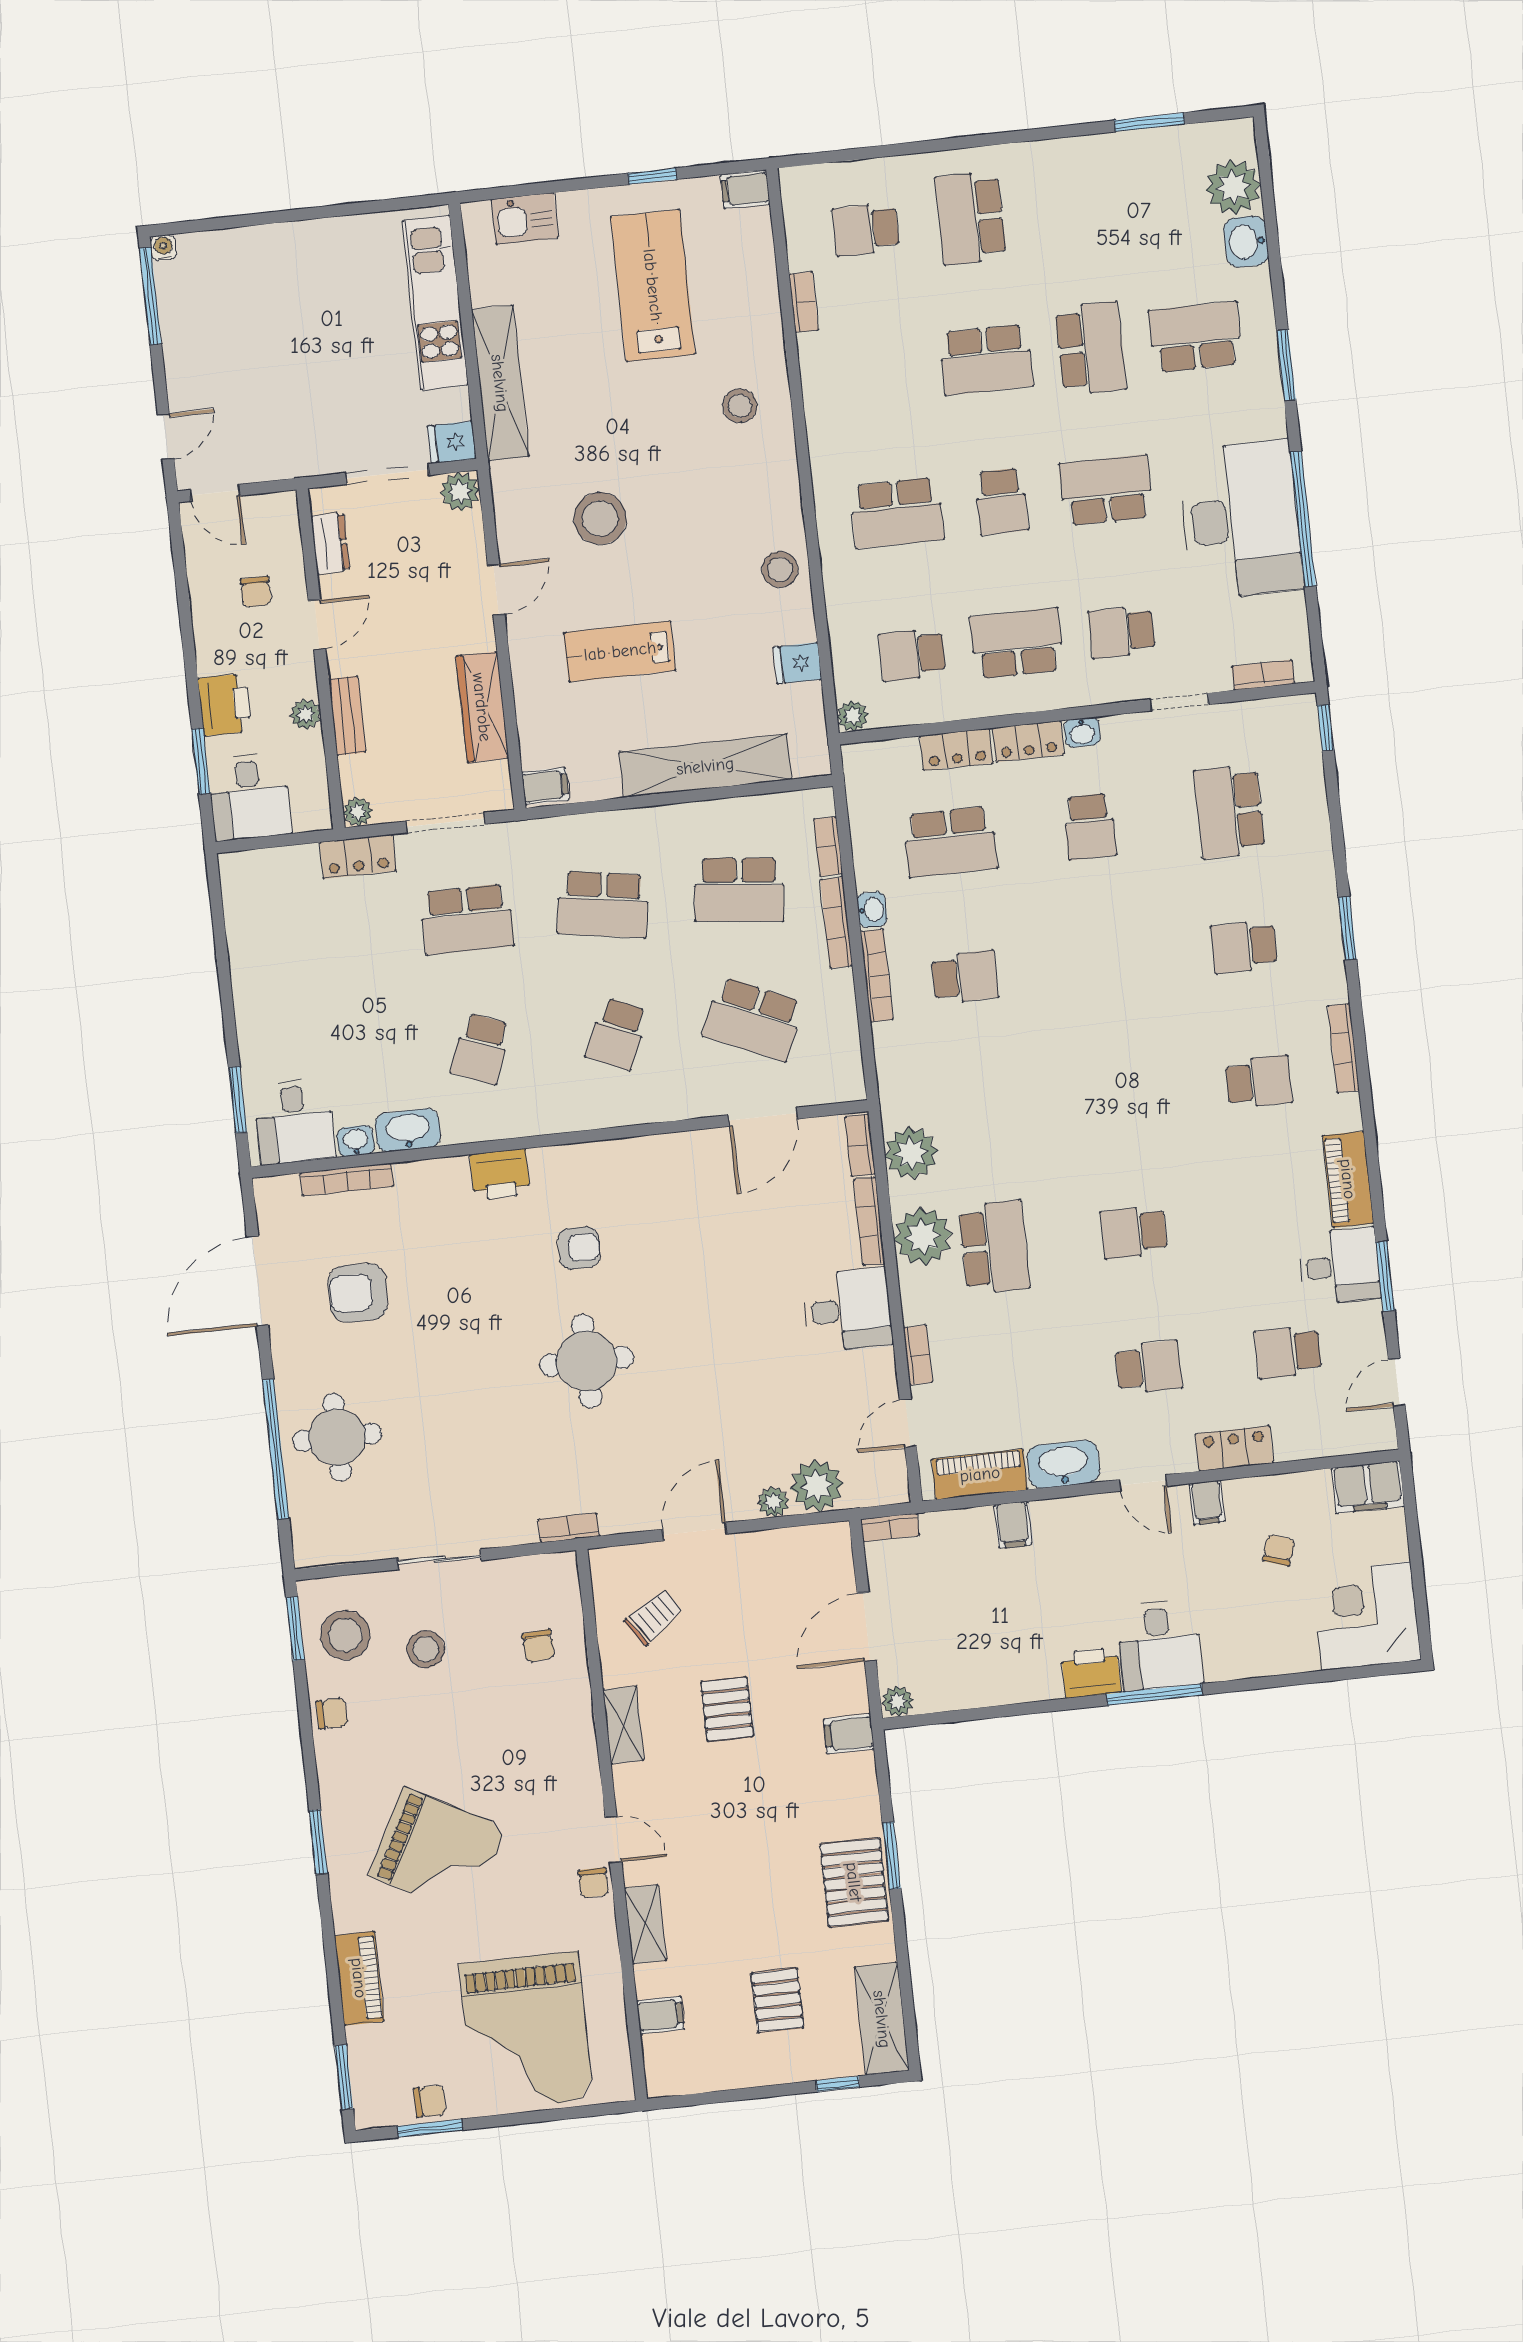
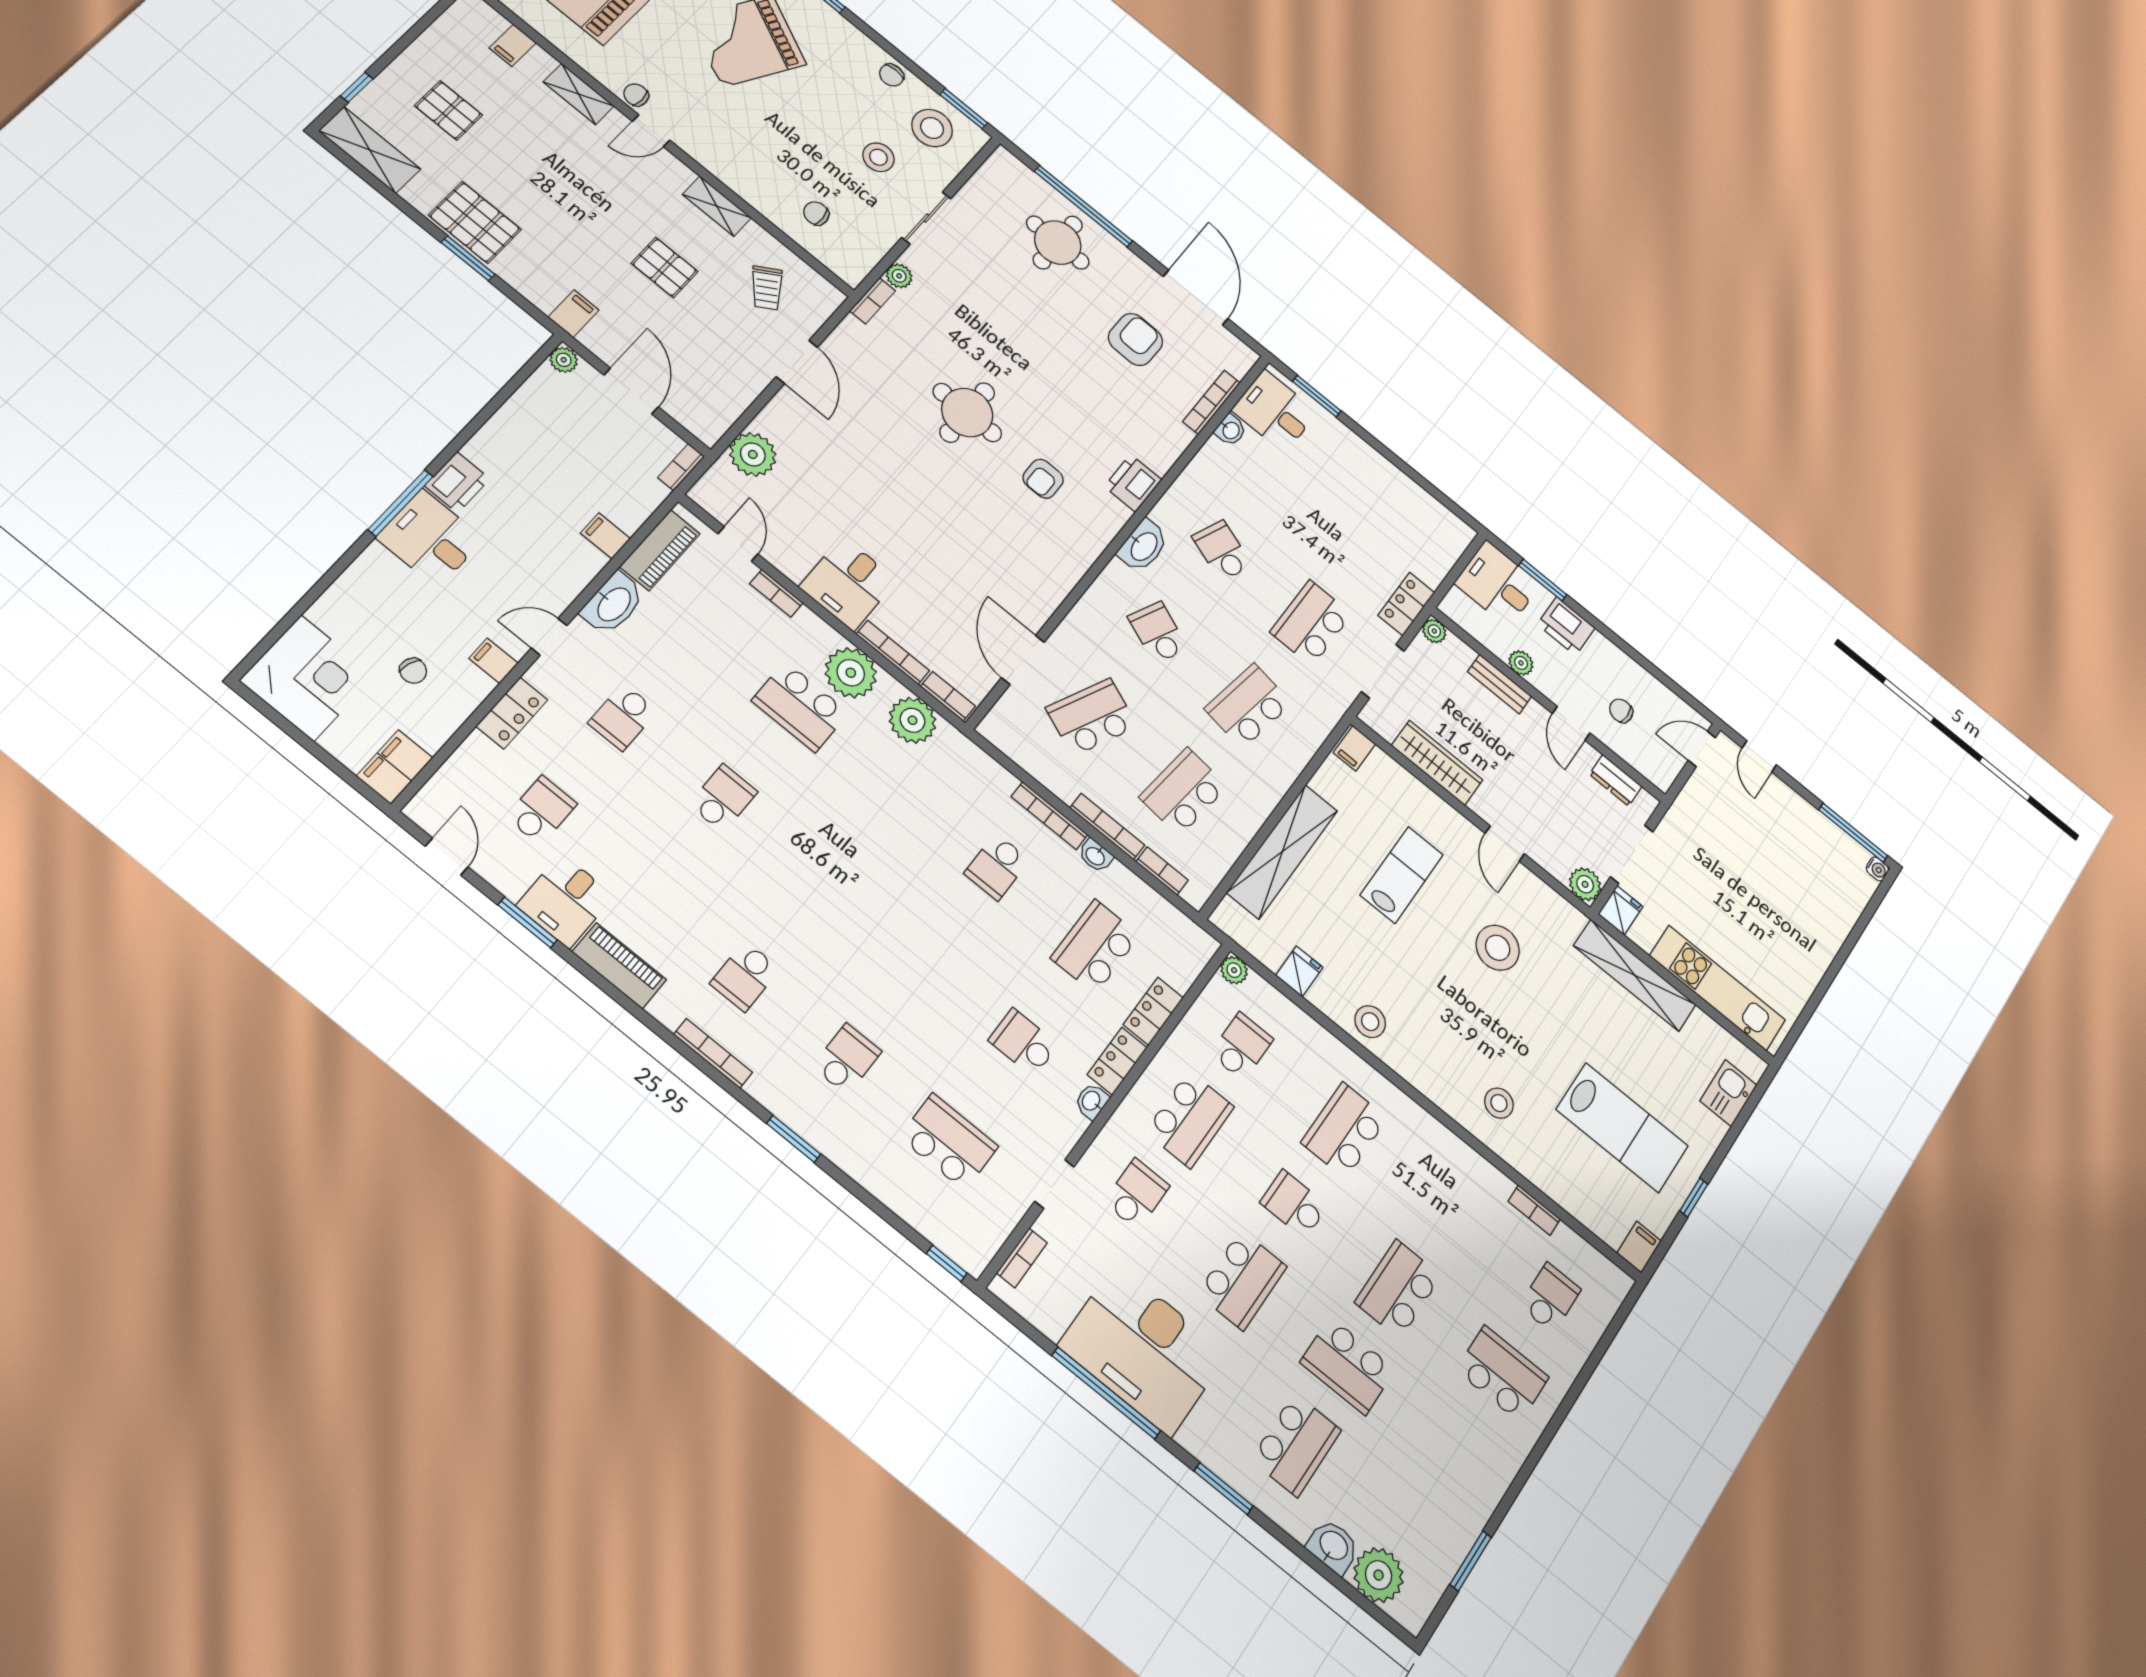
washbasin: (408, 1130) -> (1143, 546), moved
plant: (773, 1502) -> (899, 276), moved

